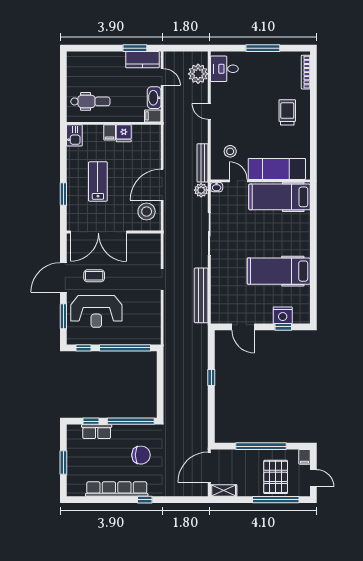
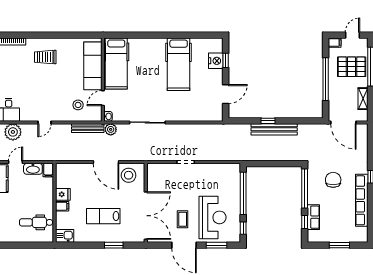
dental chair: (90, 101) -> (36, 222), turned -90
bench: (201, 295) -> (274, 129), moved
shelving: (224, 491) -> (363, 99), moved

